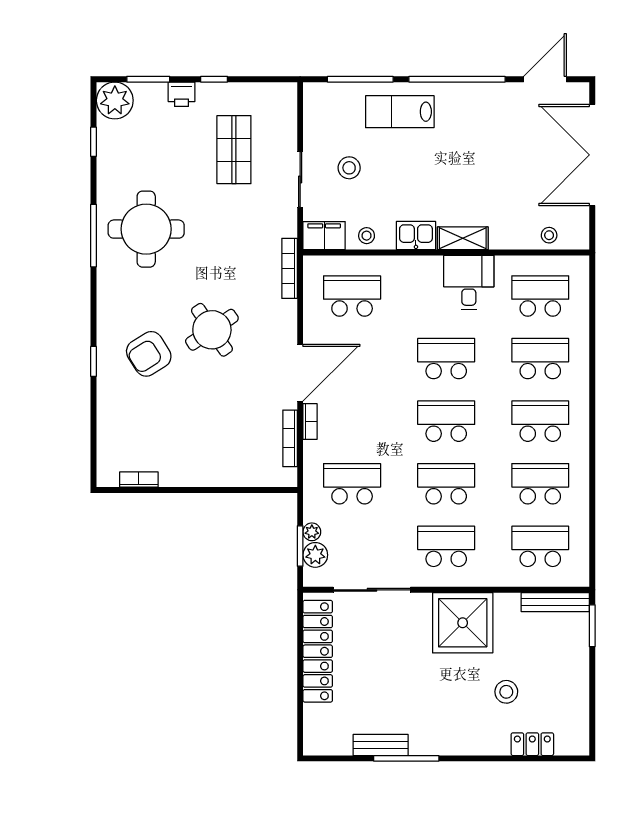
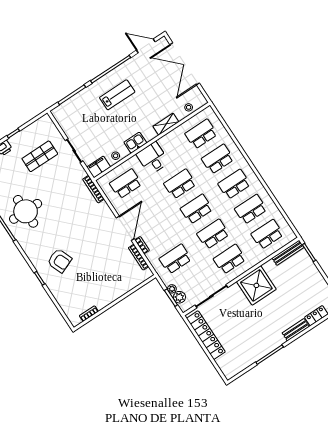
door: (545, 79) -> (146, 46), hinge flipped
lab bench: (400, 112) -> (117, 95), moved, turned 180
shop shelf: (234, 150) -> (40, 156), turned 90
stool: (349, 168) -> (91, 133), removed
shelving: (463, 238) -> (166, 124), moved
desk: (469, 283) -> (153, 158), moved
round table: (212, 330) -> (79, 234), removed
armchair: (149, 354) -> (60, 261), turned -80
stool: (506, 692) -> (292, 302), removed
bench: (381, 745) -> (296, 330), moved

